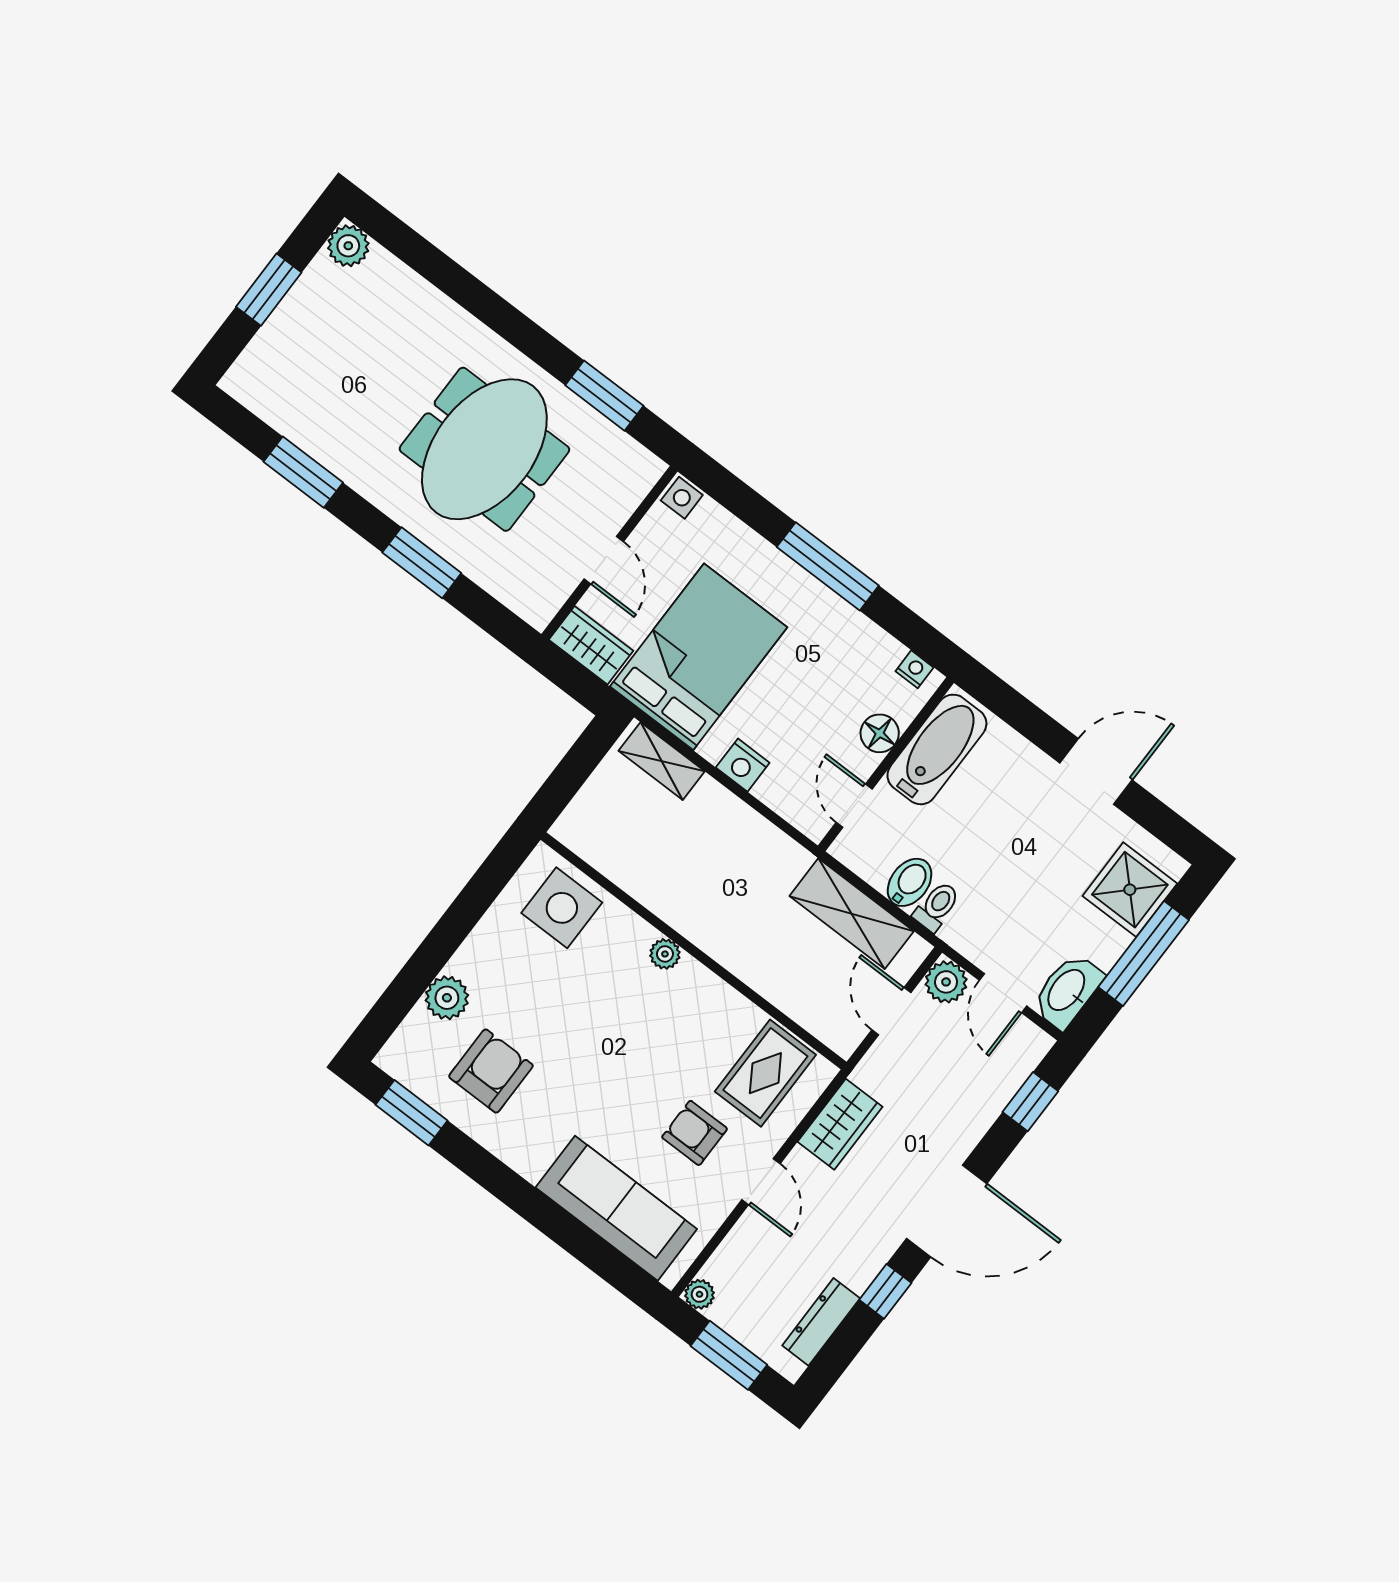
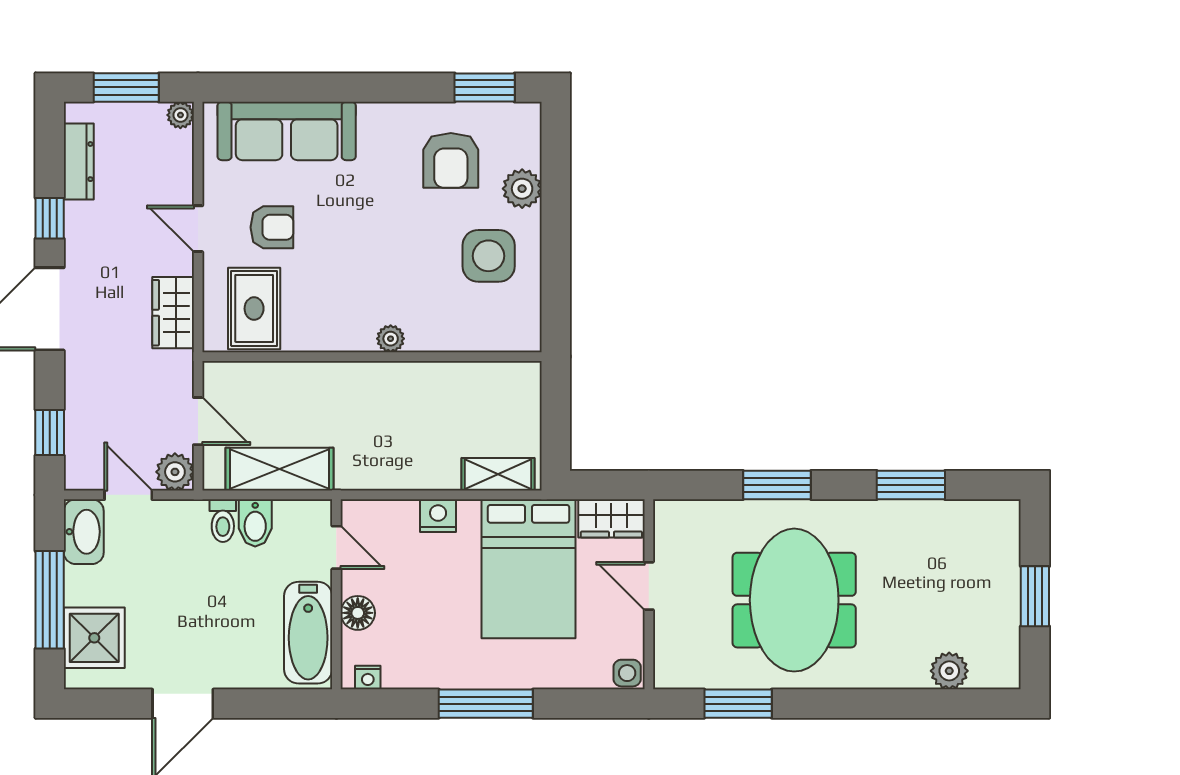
plant: (348, 246) -> (949, 671), moved
side table: (562, 908) -> (489, 256), moved

